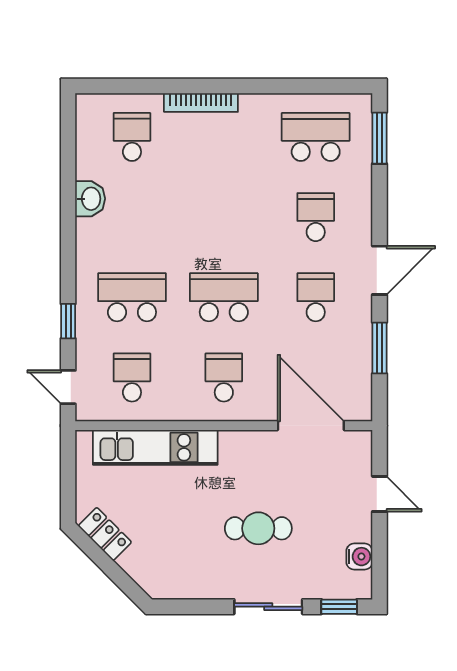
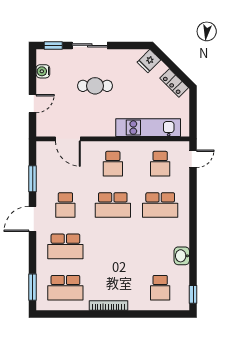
bookcase: (201, 103) -> (108, 305), moved
school desk: (316, 217) -> (65, 246), width x1.85
window: (68, 321) -> (193, 294), moved
door: (68, 387) -> (193, 159), hinge flipped
door: (311, 426) -> (68, 139), width x0.73
door: (379, 494) -> (33, 104), swing flipped
fridge: (154, 576) -> (149, 61), added

